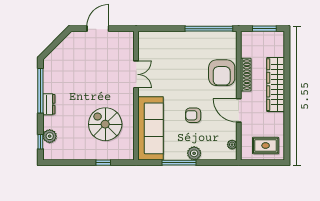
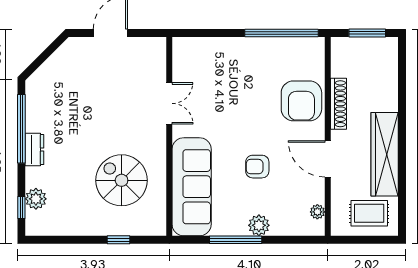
wardrobe: (276, 85) -> (385, 154), moved

